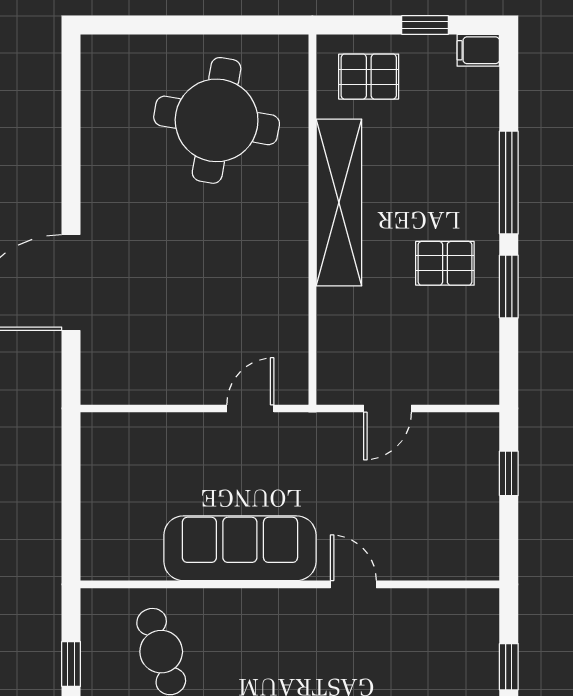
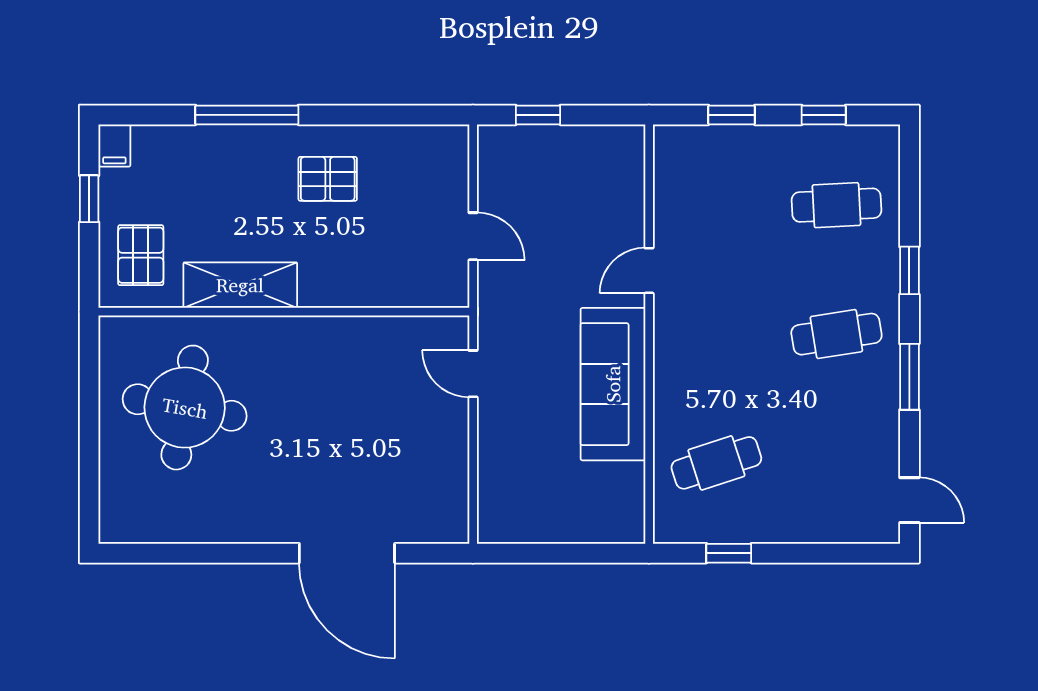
shelving: (339, 203) -> (240, 285), width x0.68
pallet: (445, 263) -> (328, 179), turned 90
window: (509, 287) -> (351, 115), removed

